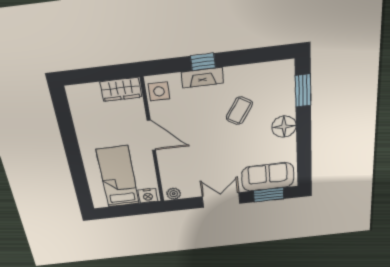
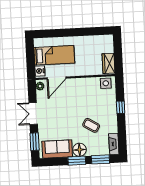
fireplace: (202, 78) -> (114, 144), moved
window: (304, 130) -> (77, 161), added
door: (151, 135) -> (57, 78), moved
sofa: (268, 177) -> (57, 149), moved, turned -90
double door: (221, 200) -> (33, 114), swing flipped

